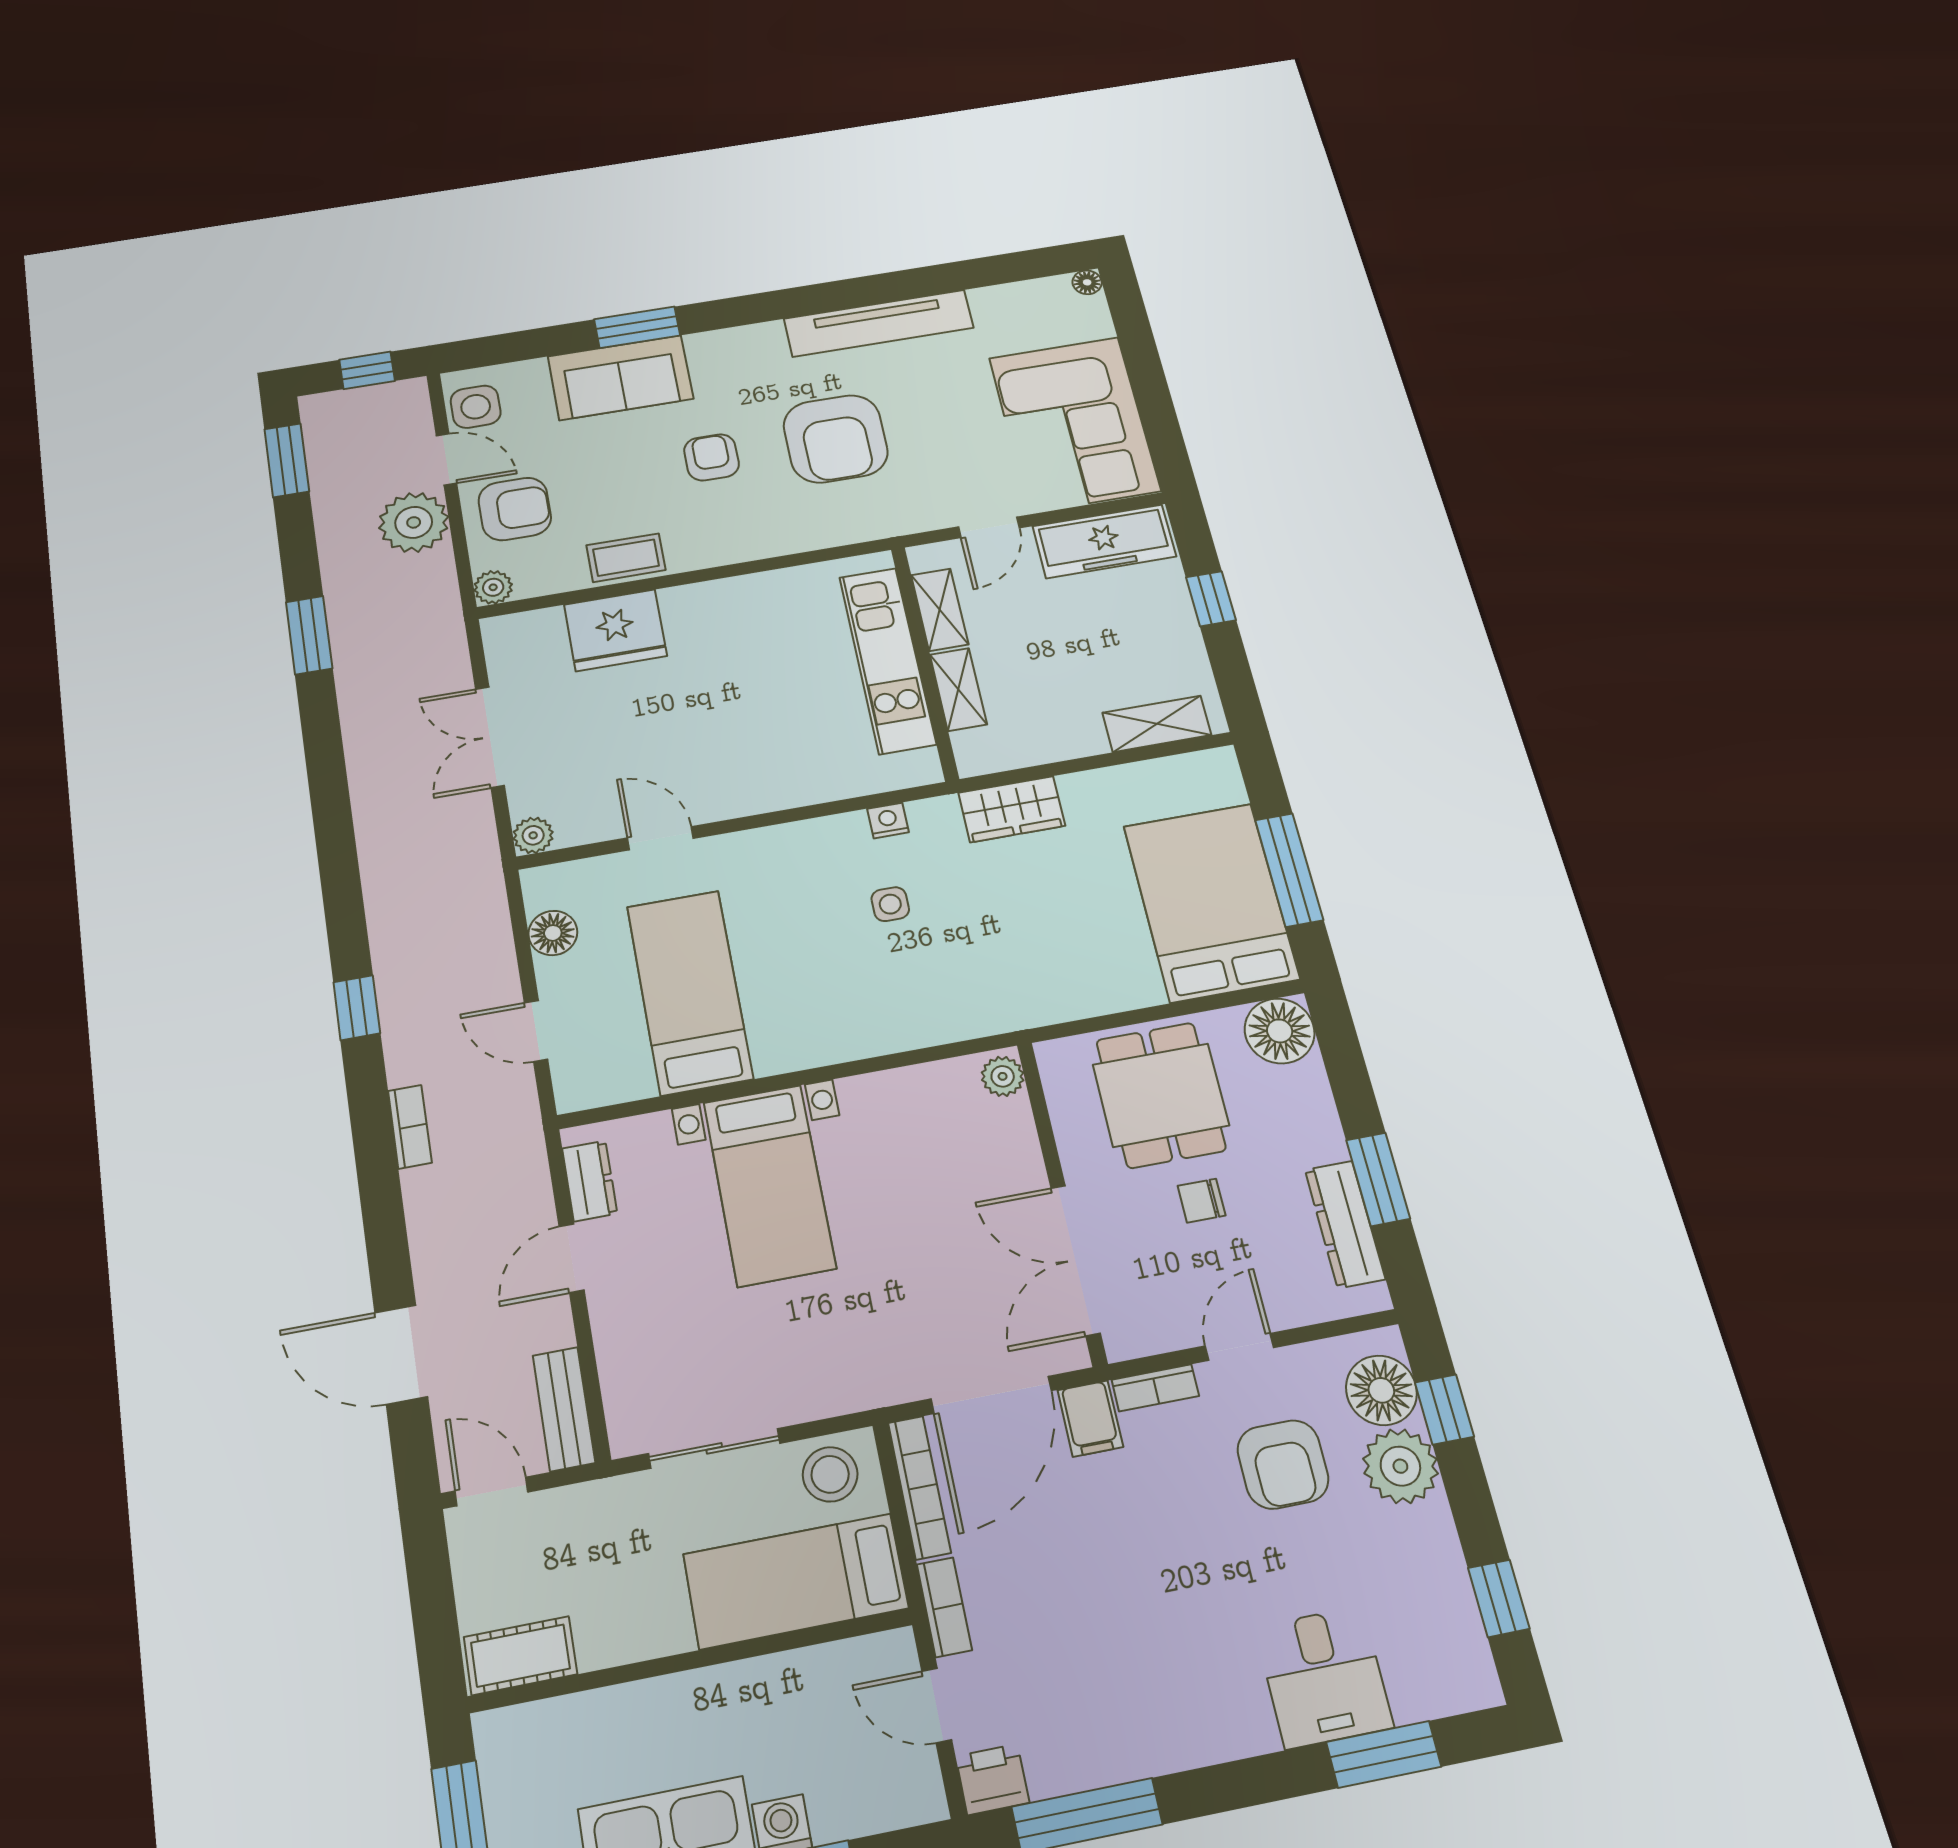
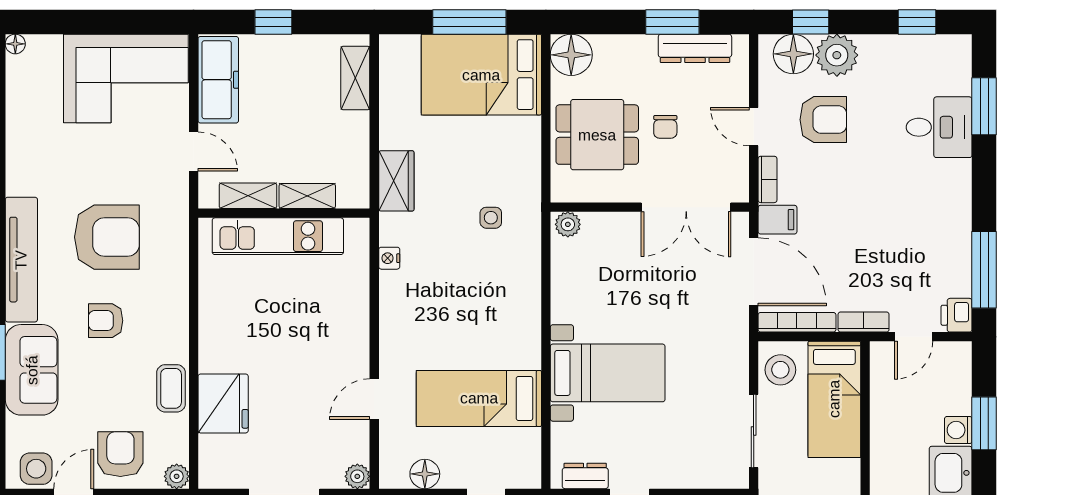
tv unit: (879, 323) -> (21, 260), moved
side table: (890, 904) -> (491, 218), moved

